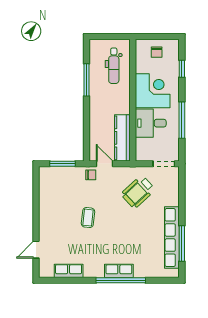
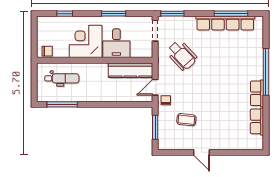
chair: (157, 52) -> (47, 51), moved
window: (86, 80) -> (62, 104), moved
window: (182, 120) -> (114, 14), width x0.69
window: (182, 182) -> (172, 14), added
coffee table: (88, 218) -> (186, 120), moved
door: (36, 250) -> (202, 152), moved
row of seats: (119, 271) -> (257, 93), moved

